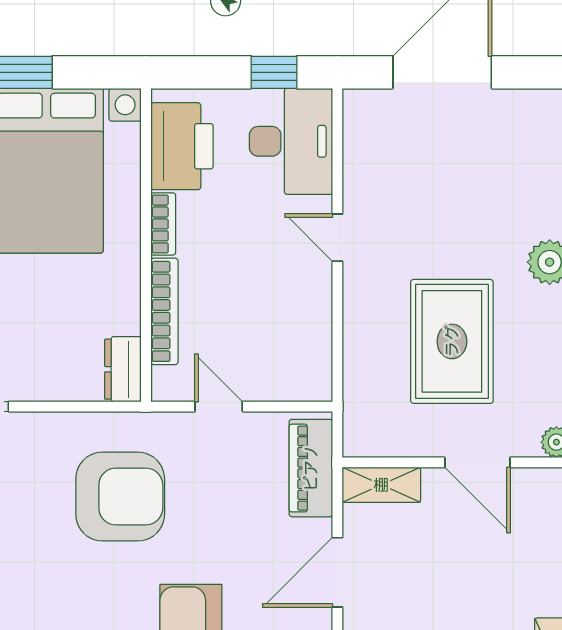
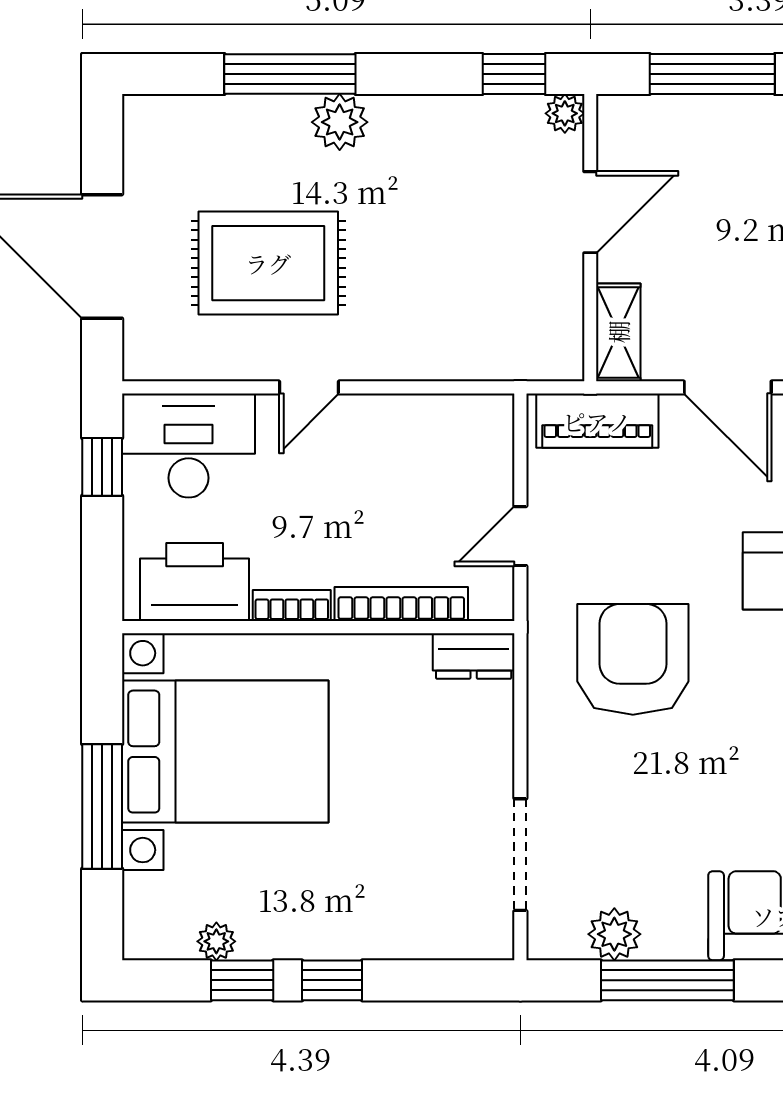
rug: (452, 341) -> (268, 263), moved

